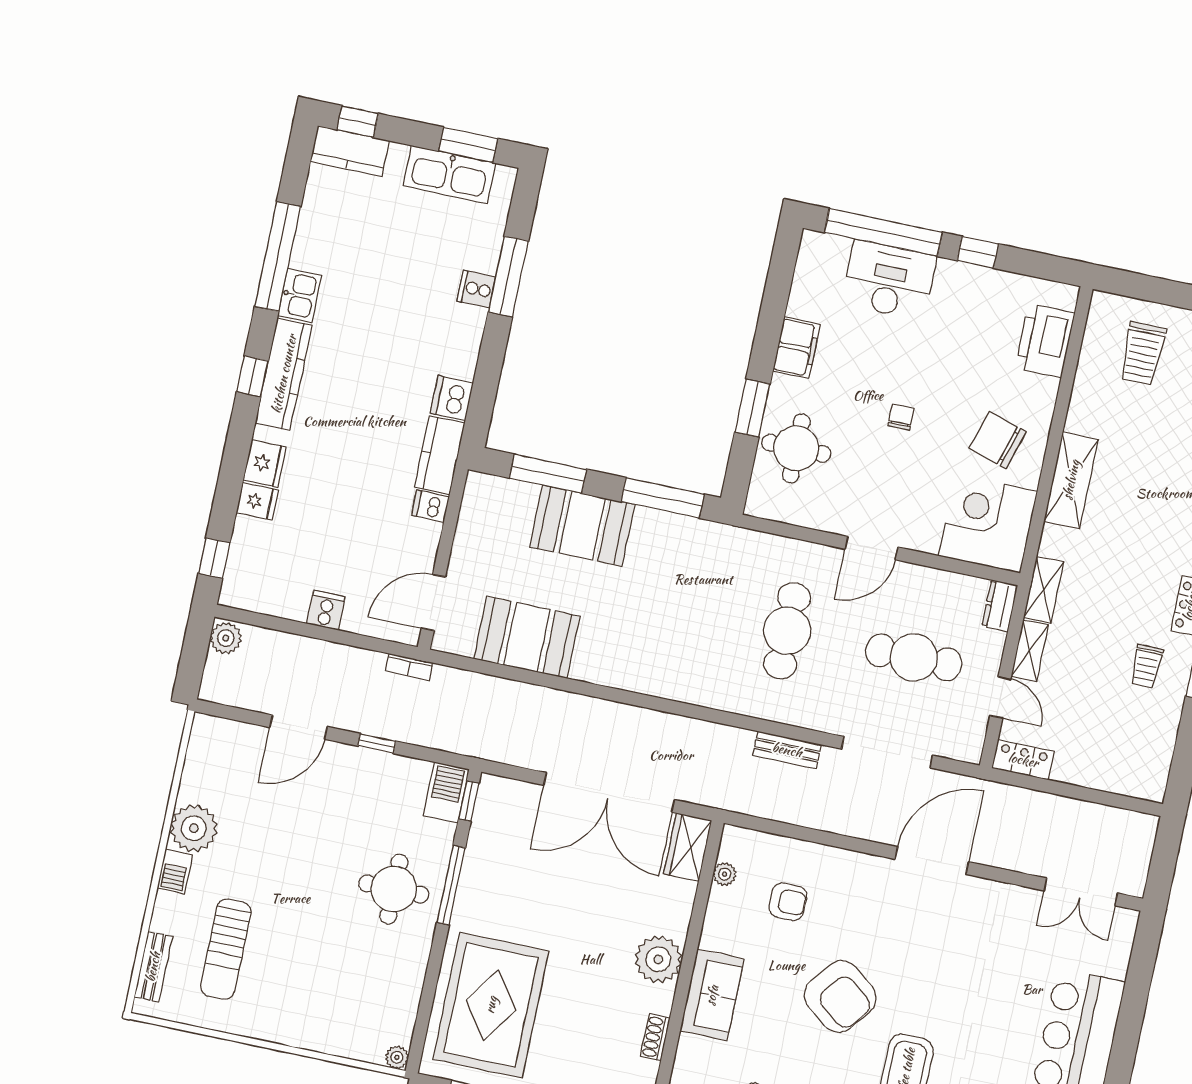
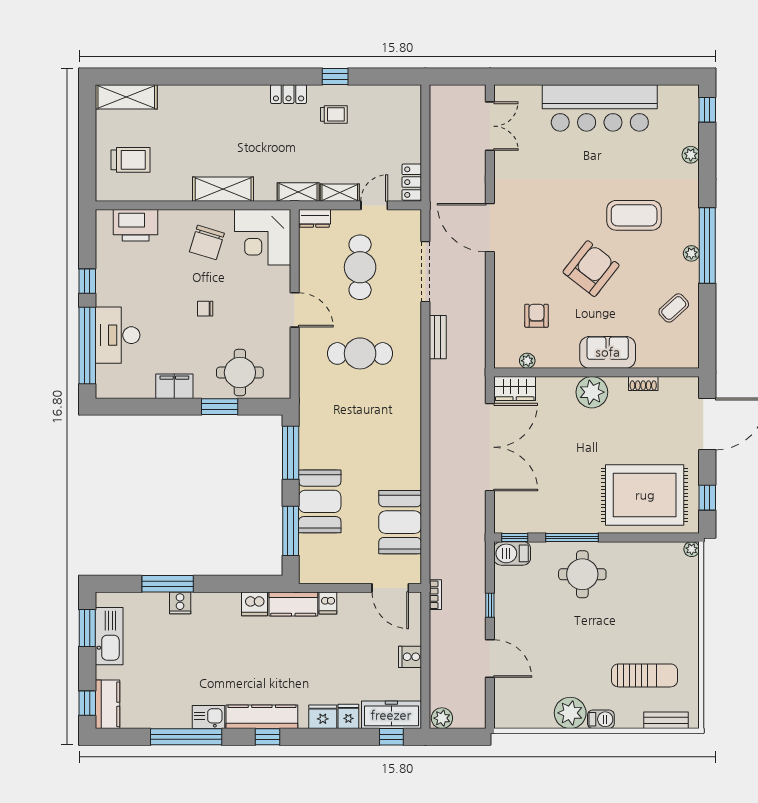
freezer: (246, 565) -> (391, 715), added

